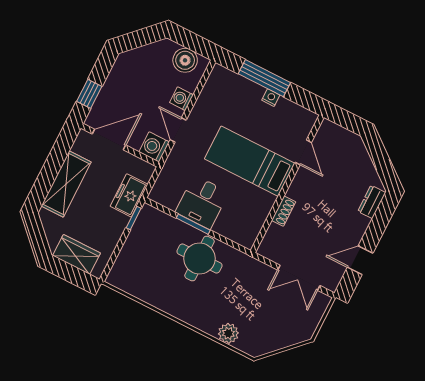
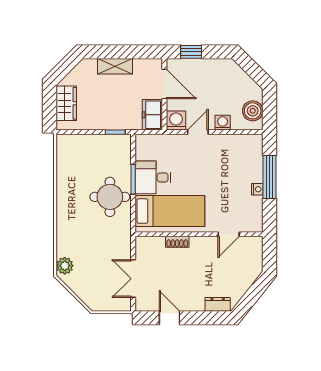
bed: (250, 161) -> (170, 211), moved, turned 90
shelving: (66, 184) -> (115, 66), width x0.67, depth x0.75
freezer: (129, 195) -> (152, 115), moved, turned -90
plant: (228, 333) -> (65, 266), moved

